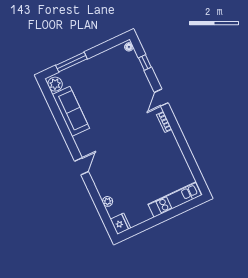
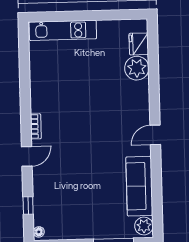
door: (81, 166) -> (155, 135), moved
plant: (108, 201) -> (137, 68), width x1.87, depth x1.87
fridge: (120, 224) -> (139, 44), moved

